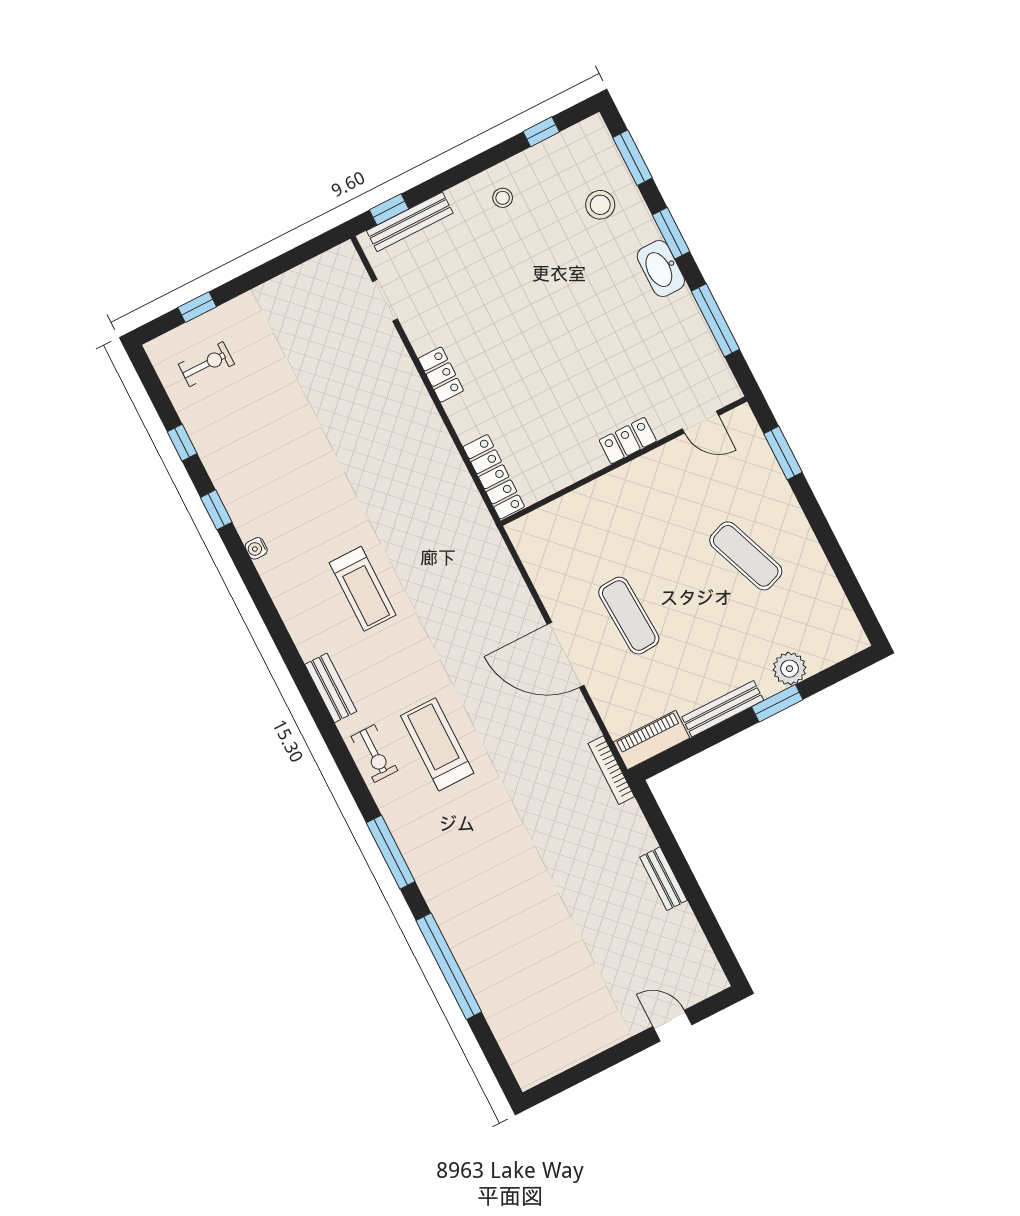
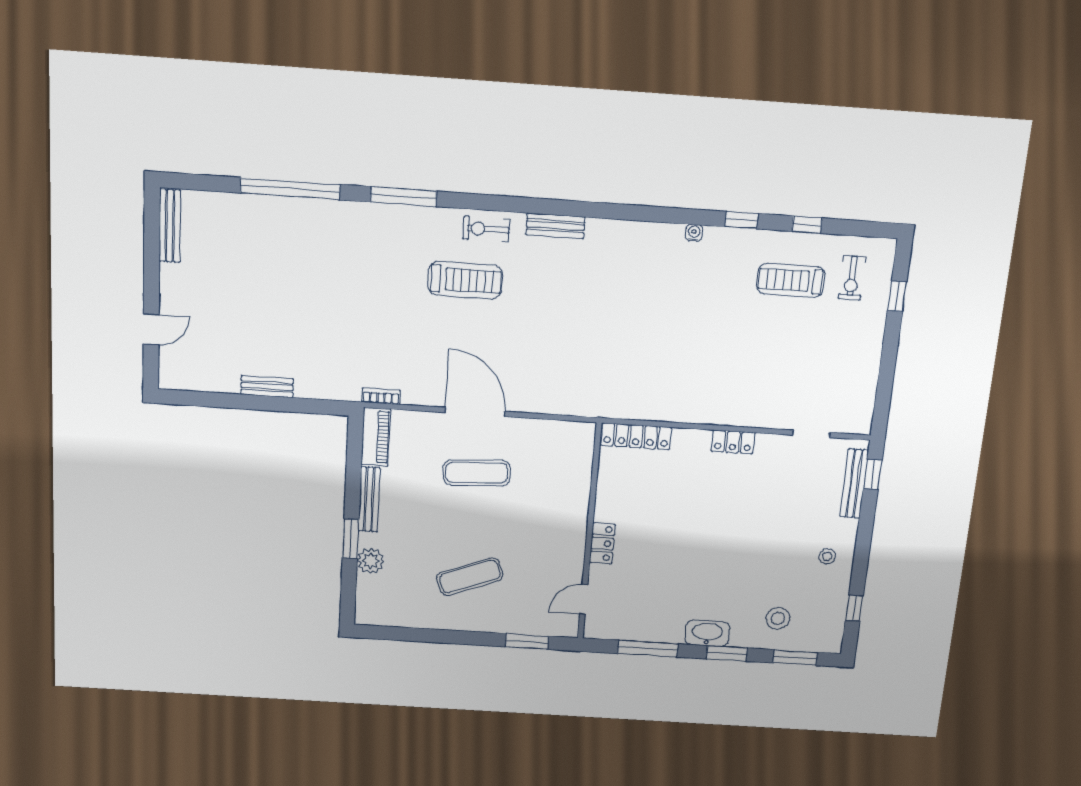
treadmill: (363, 589) -> (791, 280), moved
door: (566, 655) -> (475, 412), hinge flipped
bookcase: (611, 770) -> (381, 396), width x0.64
bench: (555, 1063) -> (170, 226), added

